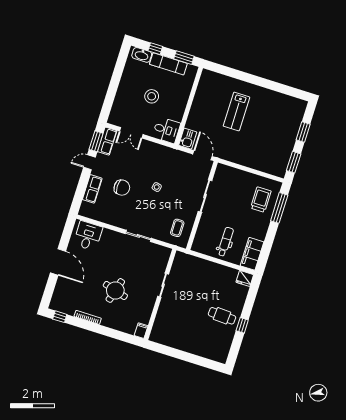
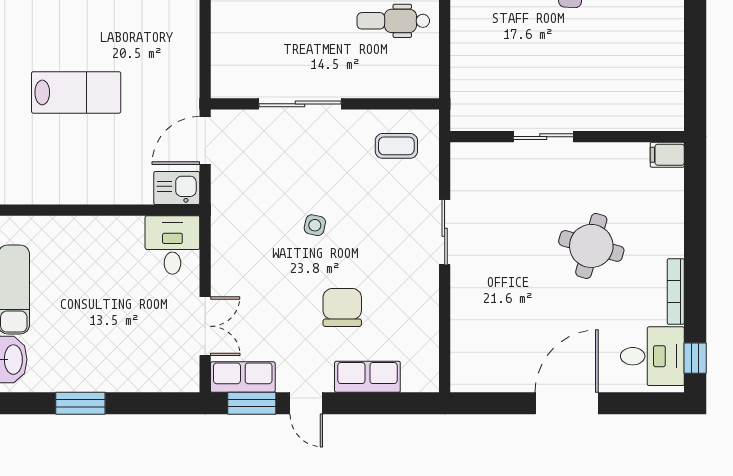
window: (117, 76) -> (80, 403), added
stool: (152, 96) -> (103, 305), removed
desk: (88, 236) -> (652, 356), moved, turned 180

